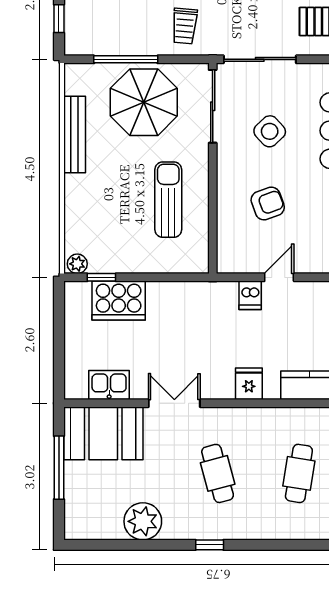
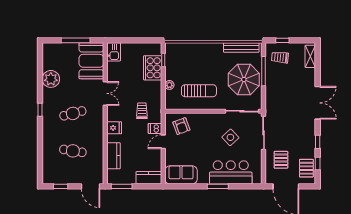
trolley: (185, 26) -> (280, 57), moved
bench: (75, 135) -> (241, 48), moved
armchair: (268, 203) -> (181, 126), moved
plant: (77, 264) -> (169, 85), moved
door: (279, 277) -> (163, 142), swing flipped
trolley: (212, 323) -> (142, 111), added
kitchen sink: (109, 385) -> (114, 52), moved

